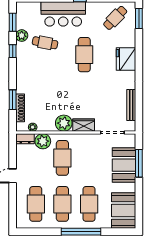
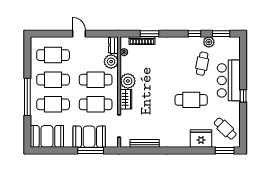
fridge: (126, 59) -> (201, 139), moved
cafe table: (89, 158) -> (96, 104), added

